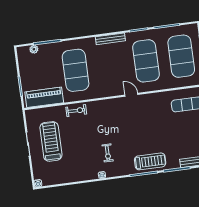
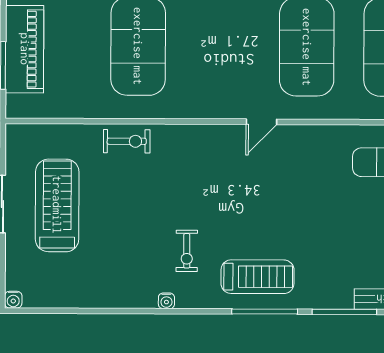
door: (131, 95) -> (261, 122), swing flipped
piano: (44, 97) -> (25, 49), moved, turned 90
treadmill: (150, 161) -> (257, 277), moved

